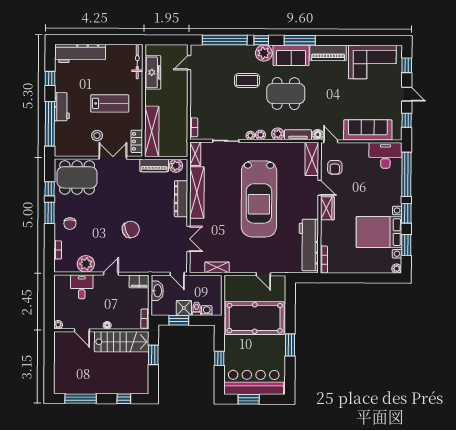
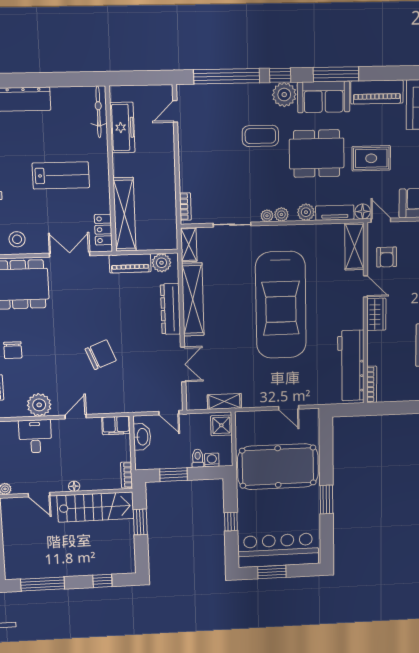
rug: (324, 98) -> (371, 158), added
stool: (97, 136) -> (17, 239), moved
shower: (184, 308) -> (221, 425), moved

